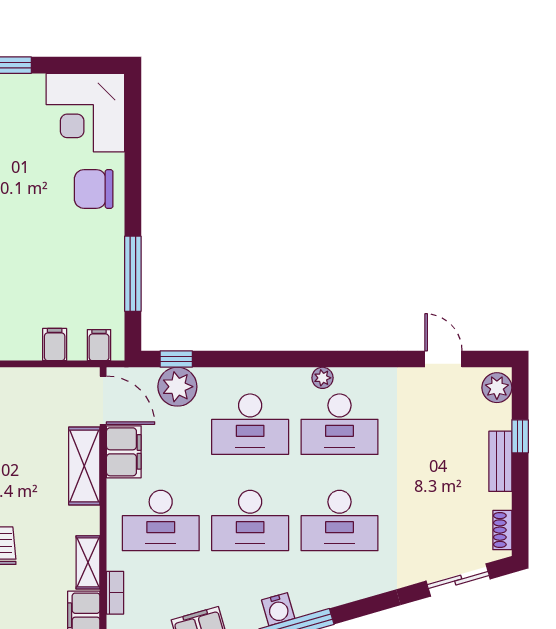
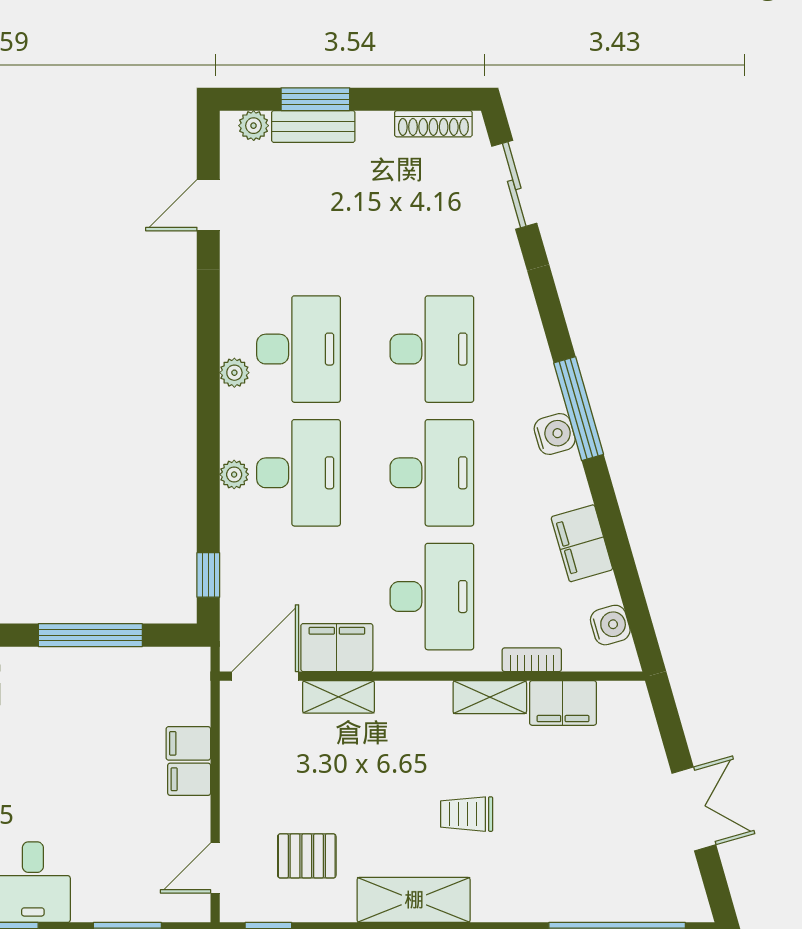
filing cabinet: (99, 345) -> (189, 779), moved
plant: (177, 387) -> (234, 474), moved, width x0.53, depth x0.53
plant: (497, 388) -> (254, 126), width x0.73, depth x0.73
window: (520, 436) -> (315, 99), width x1.50
bench: (500, 461) -> (313, 126), moved
shelving: (84, 466) -> (338, 697), width x0.67, depth x0.75
shoe rack: (502, 530) -> (433, 124), width x1.43

